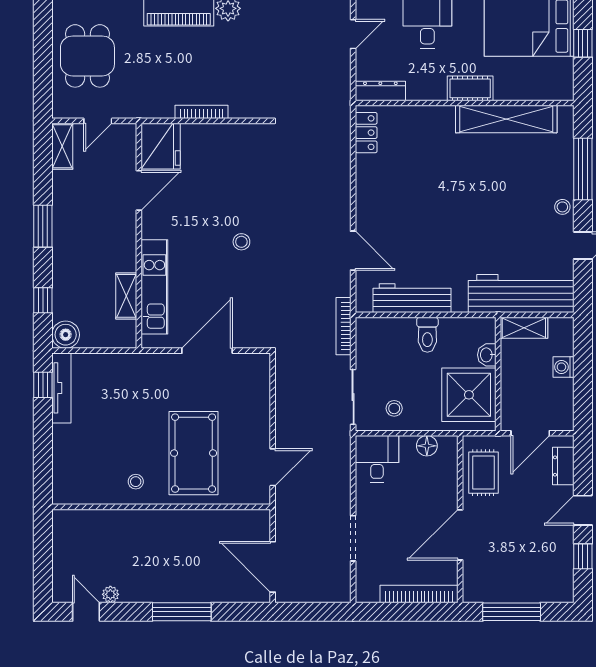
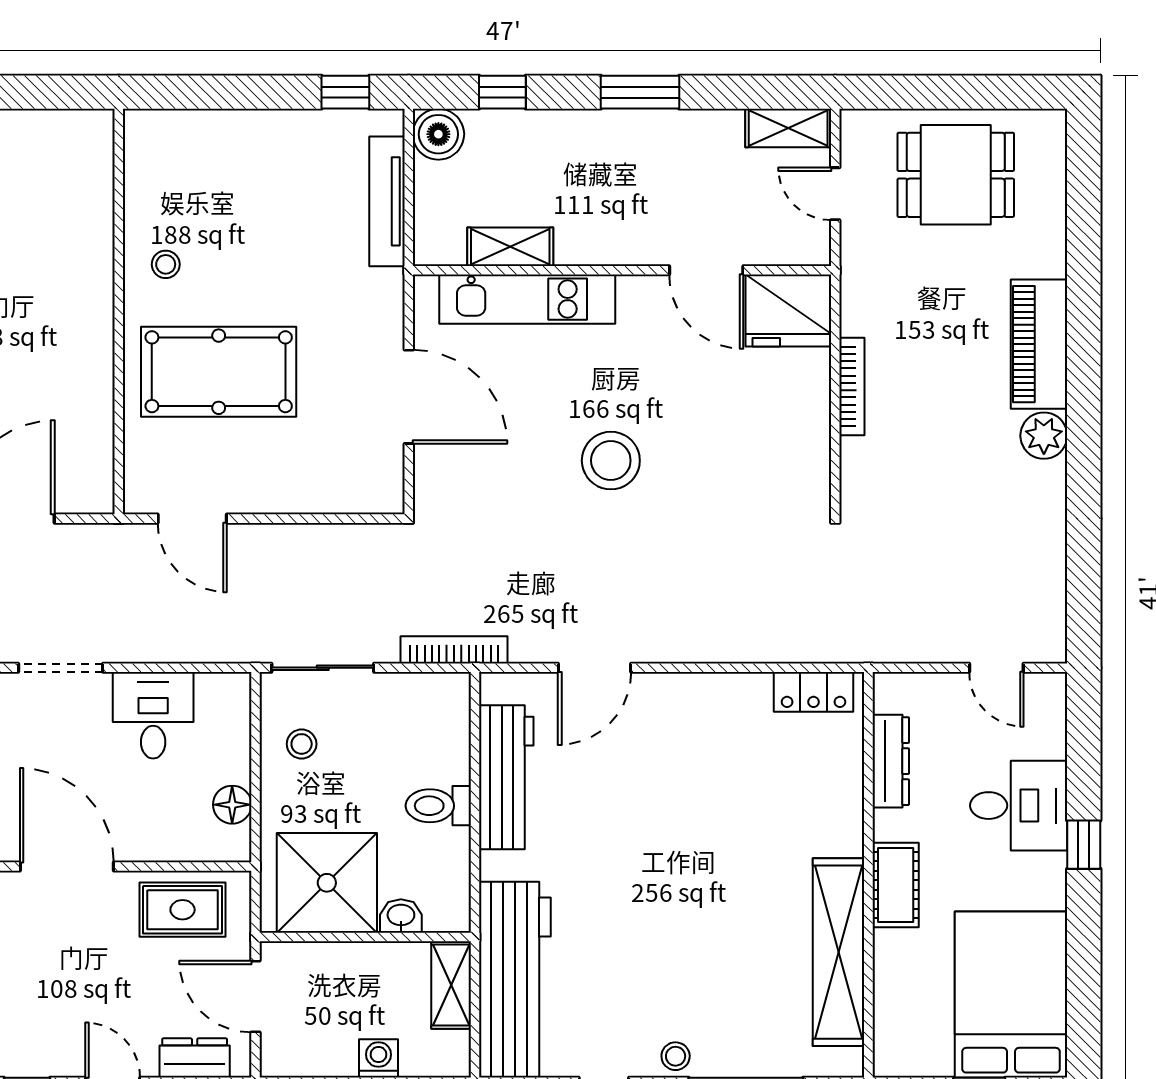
dresser: (380, 91) -> (891, 761), moved
stool: (241, 242) -> (611, 461), width x1.89, depth x1.89
tv unit: (61, 388) -> (387, 201), moved, turned 90
desk: (377, 459) -> (153, 715), moved, turned -90

